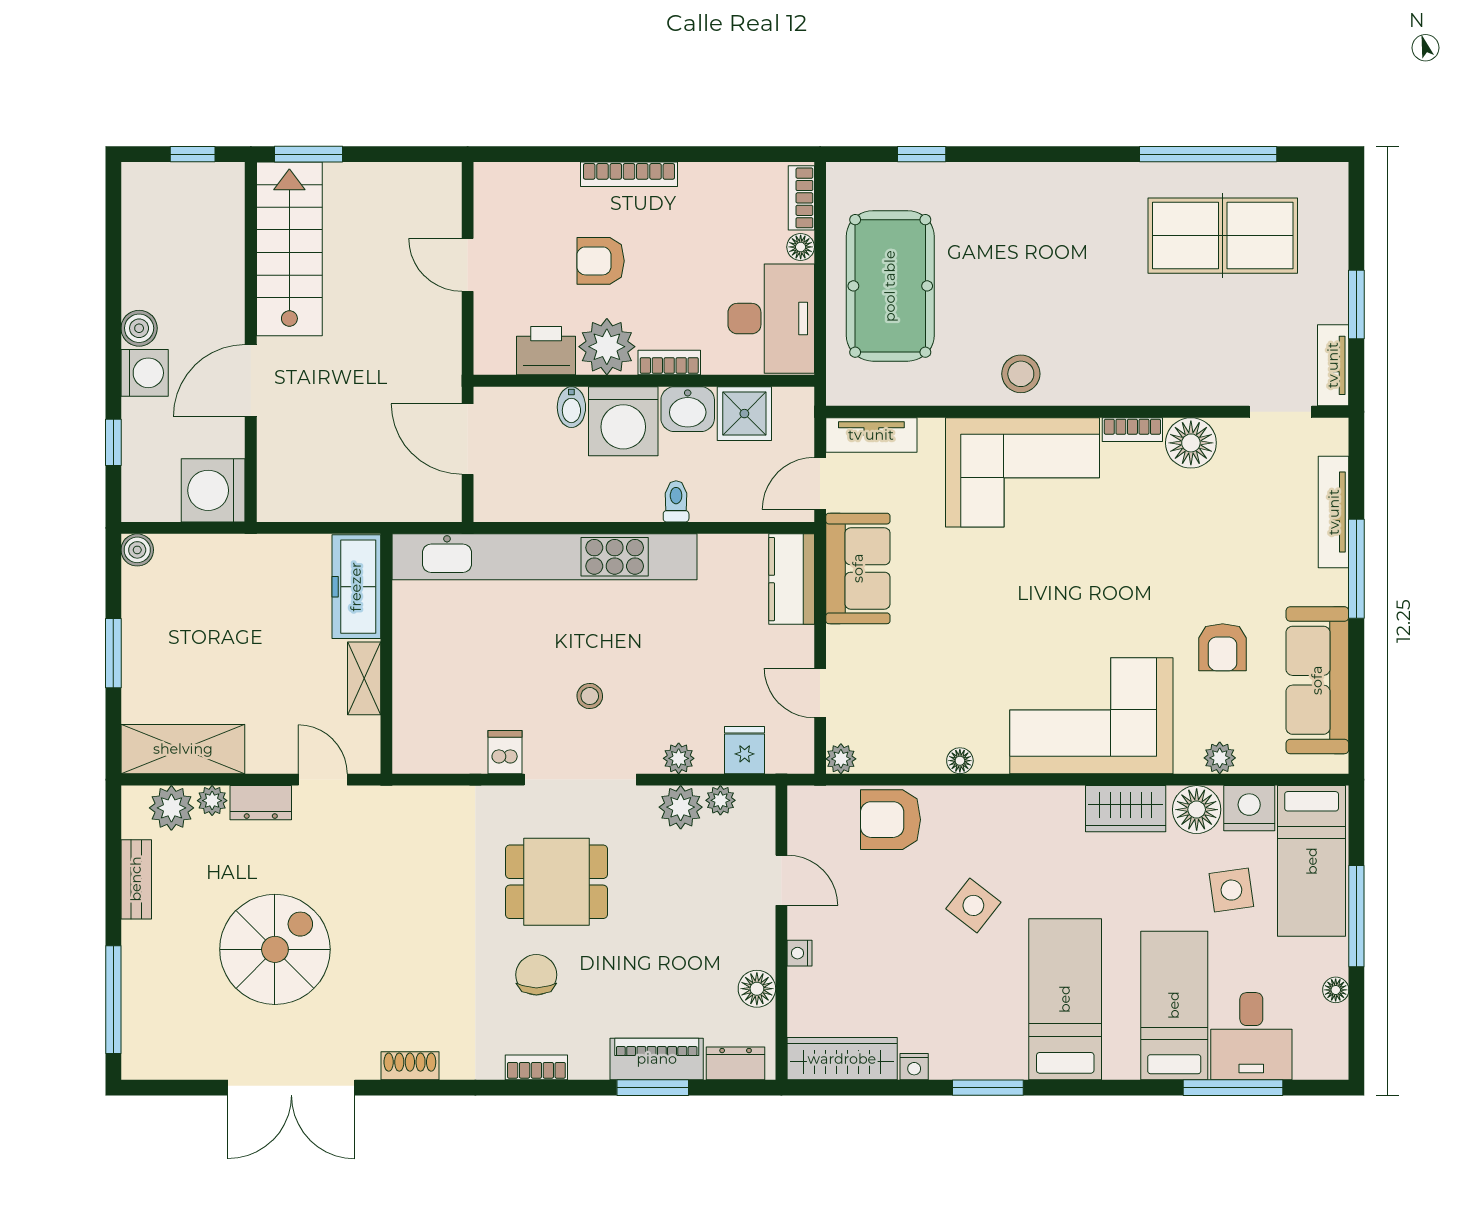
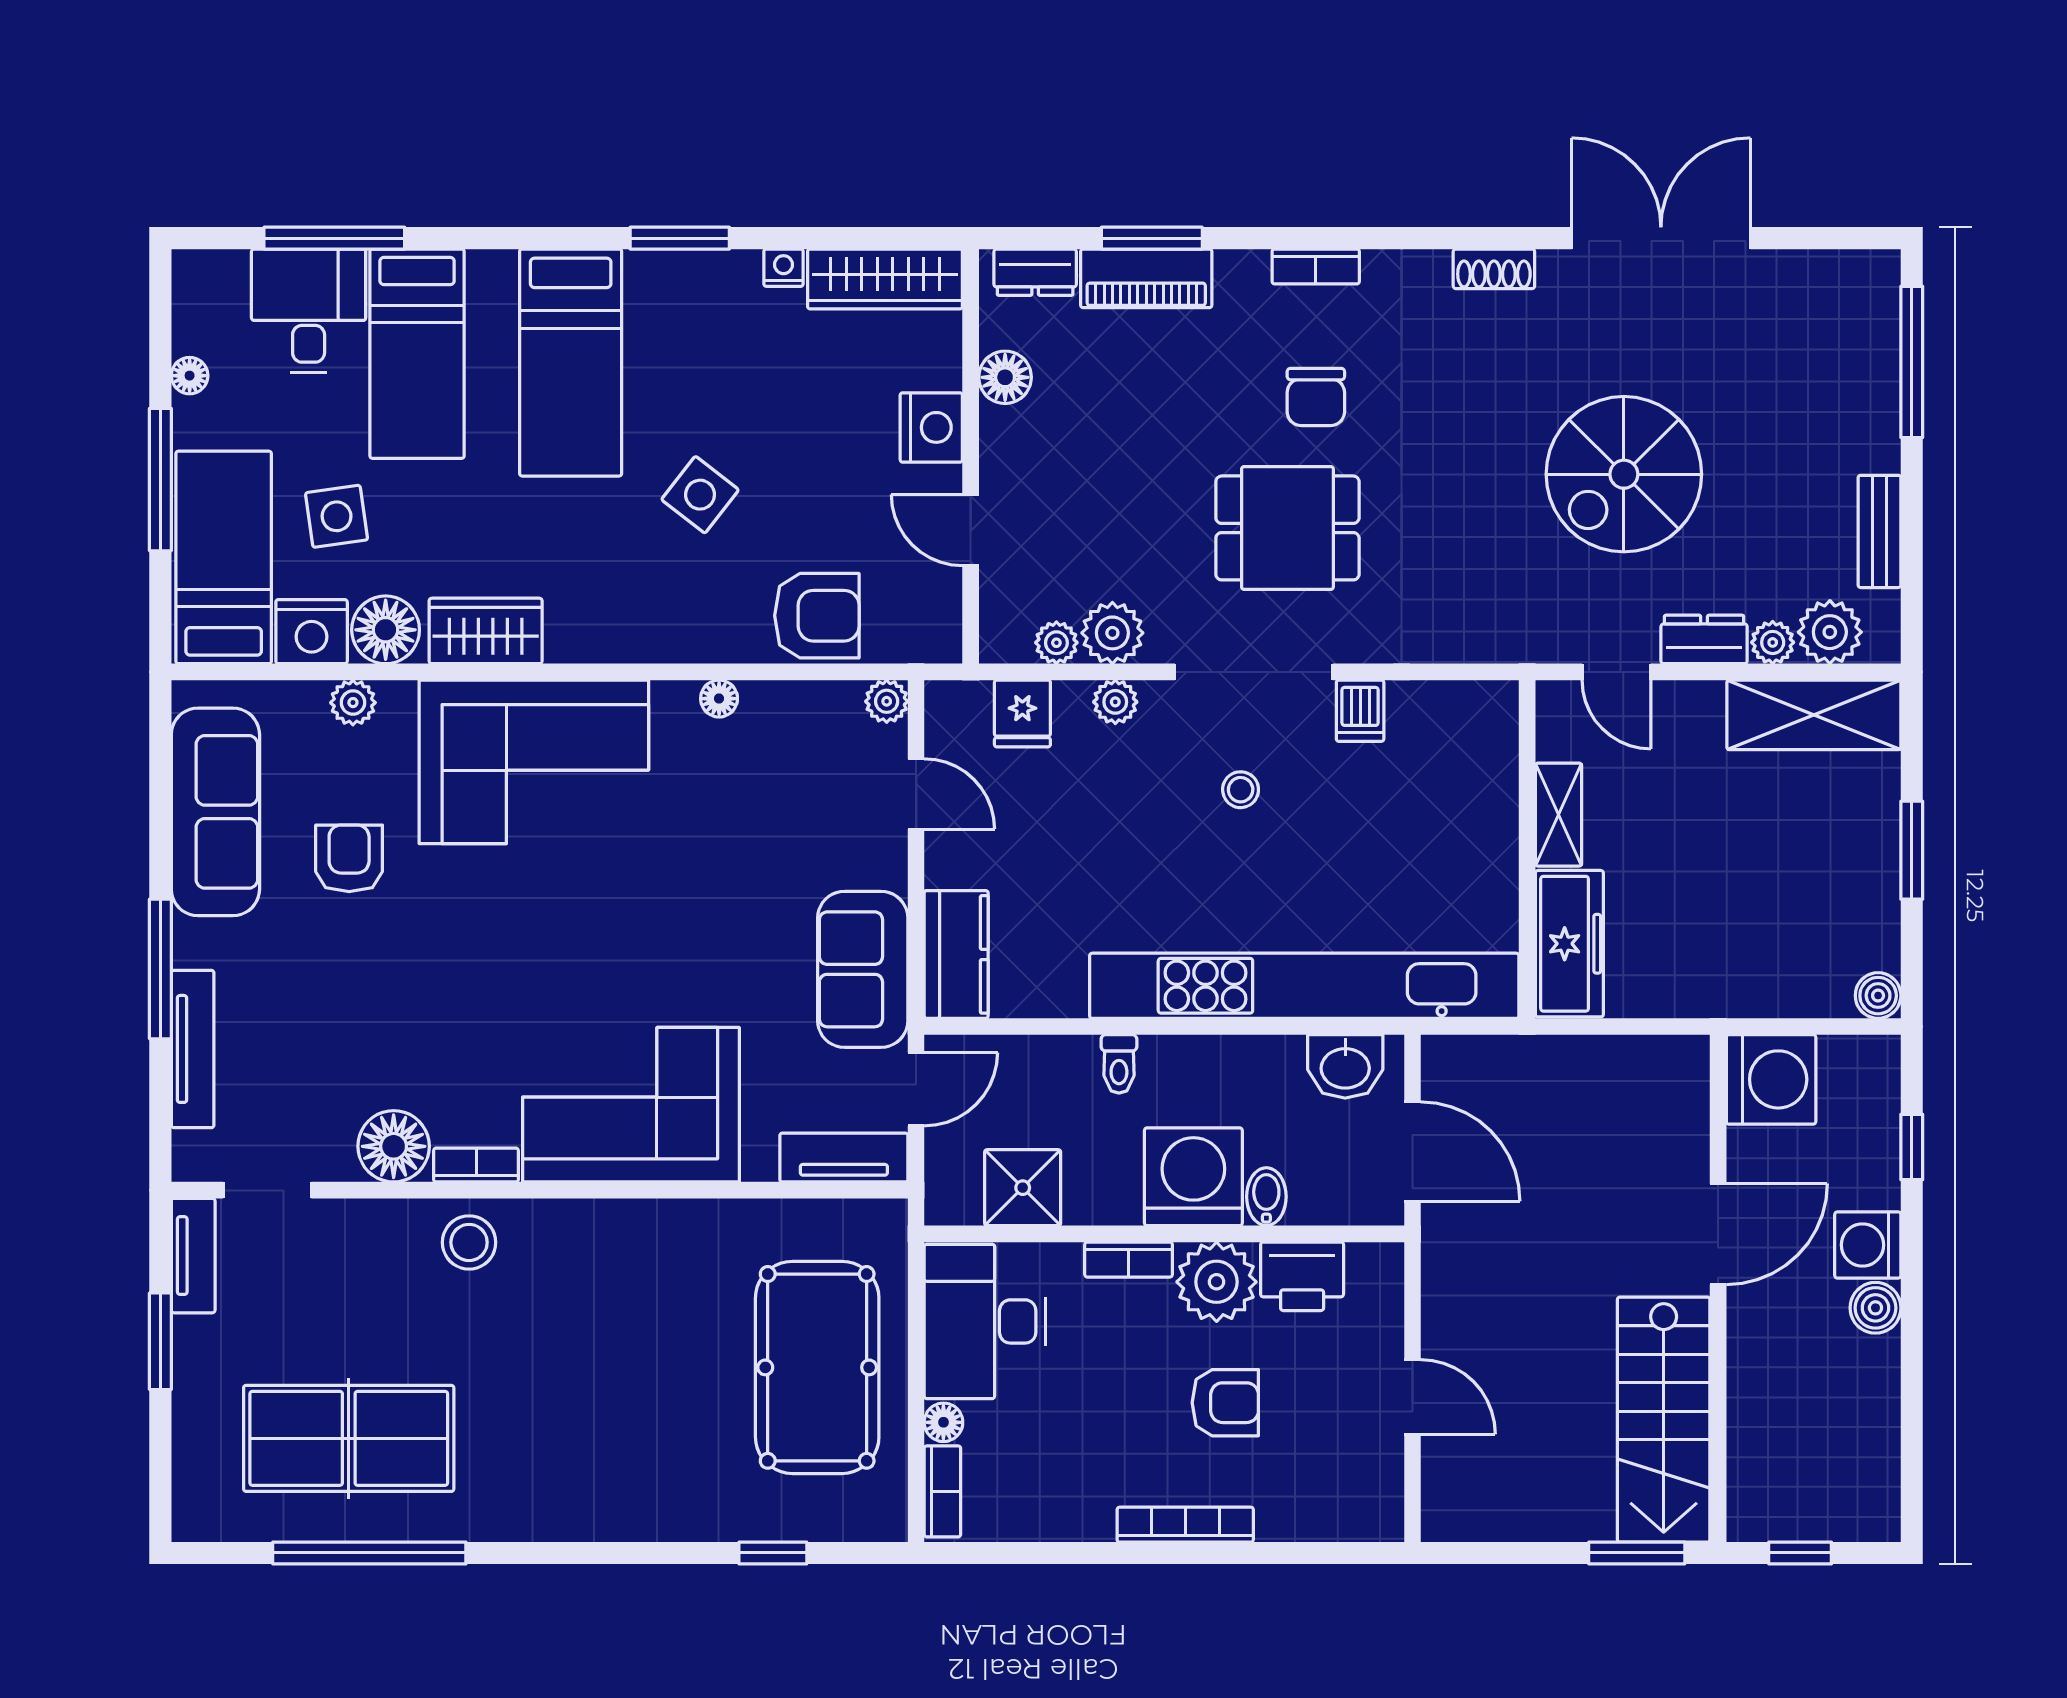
stool: (1021, 374) -> (469, 1242), moved
washbasin: (688, 409) -> (1345, 1066), moved, turned 180
spiral stairs: (275, 949) -> (1624, 474), moved
nightstand: (799, 953) -> (931, 427), width x1.89, depth x1.79

